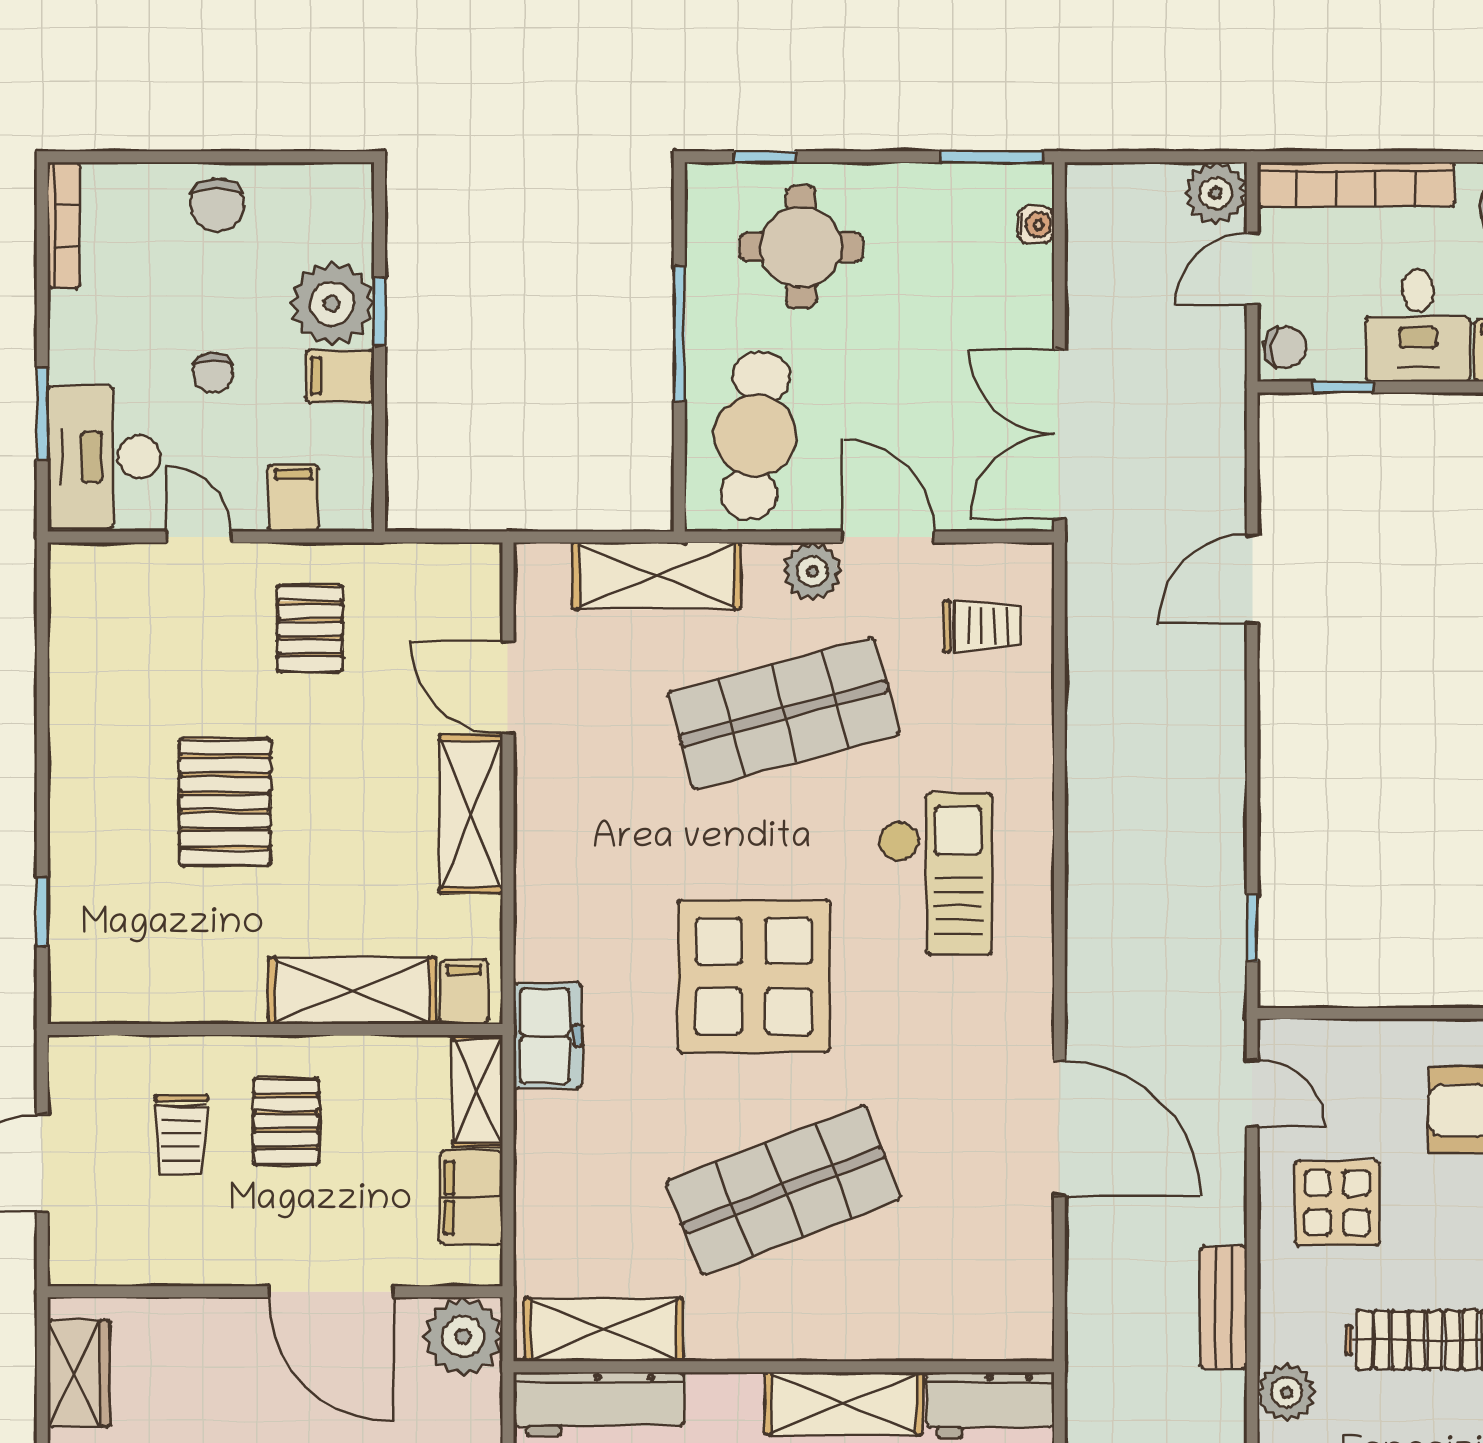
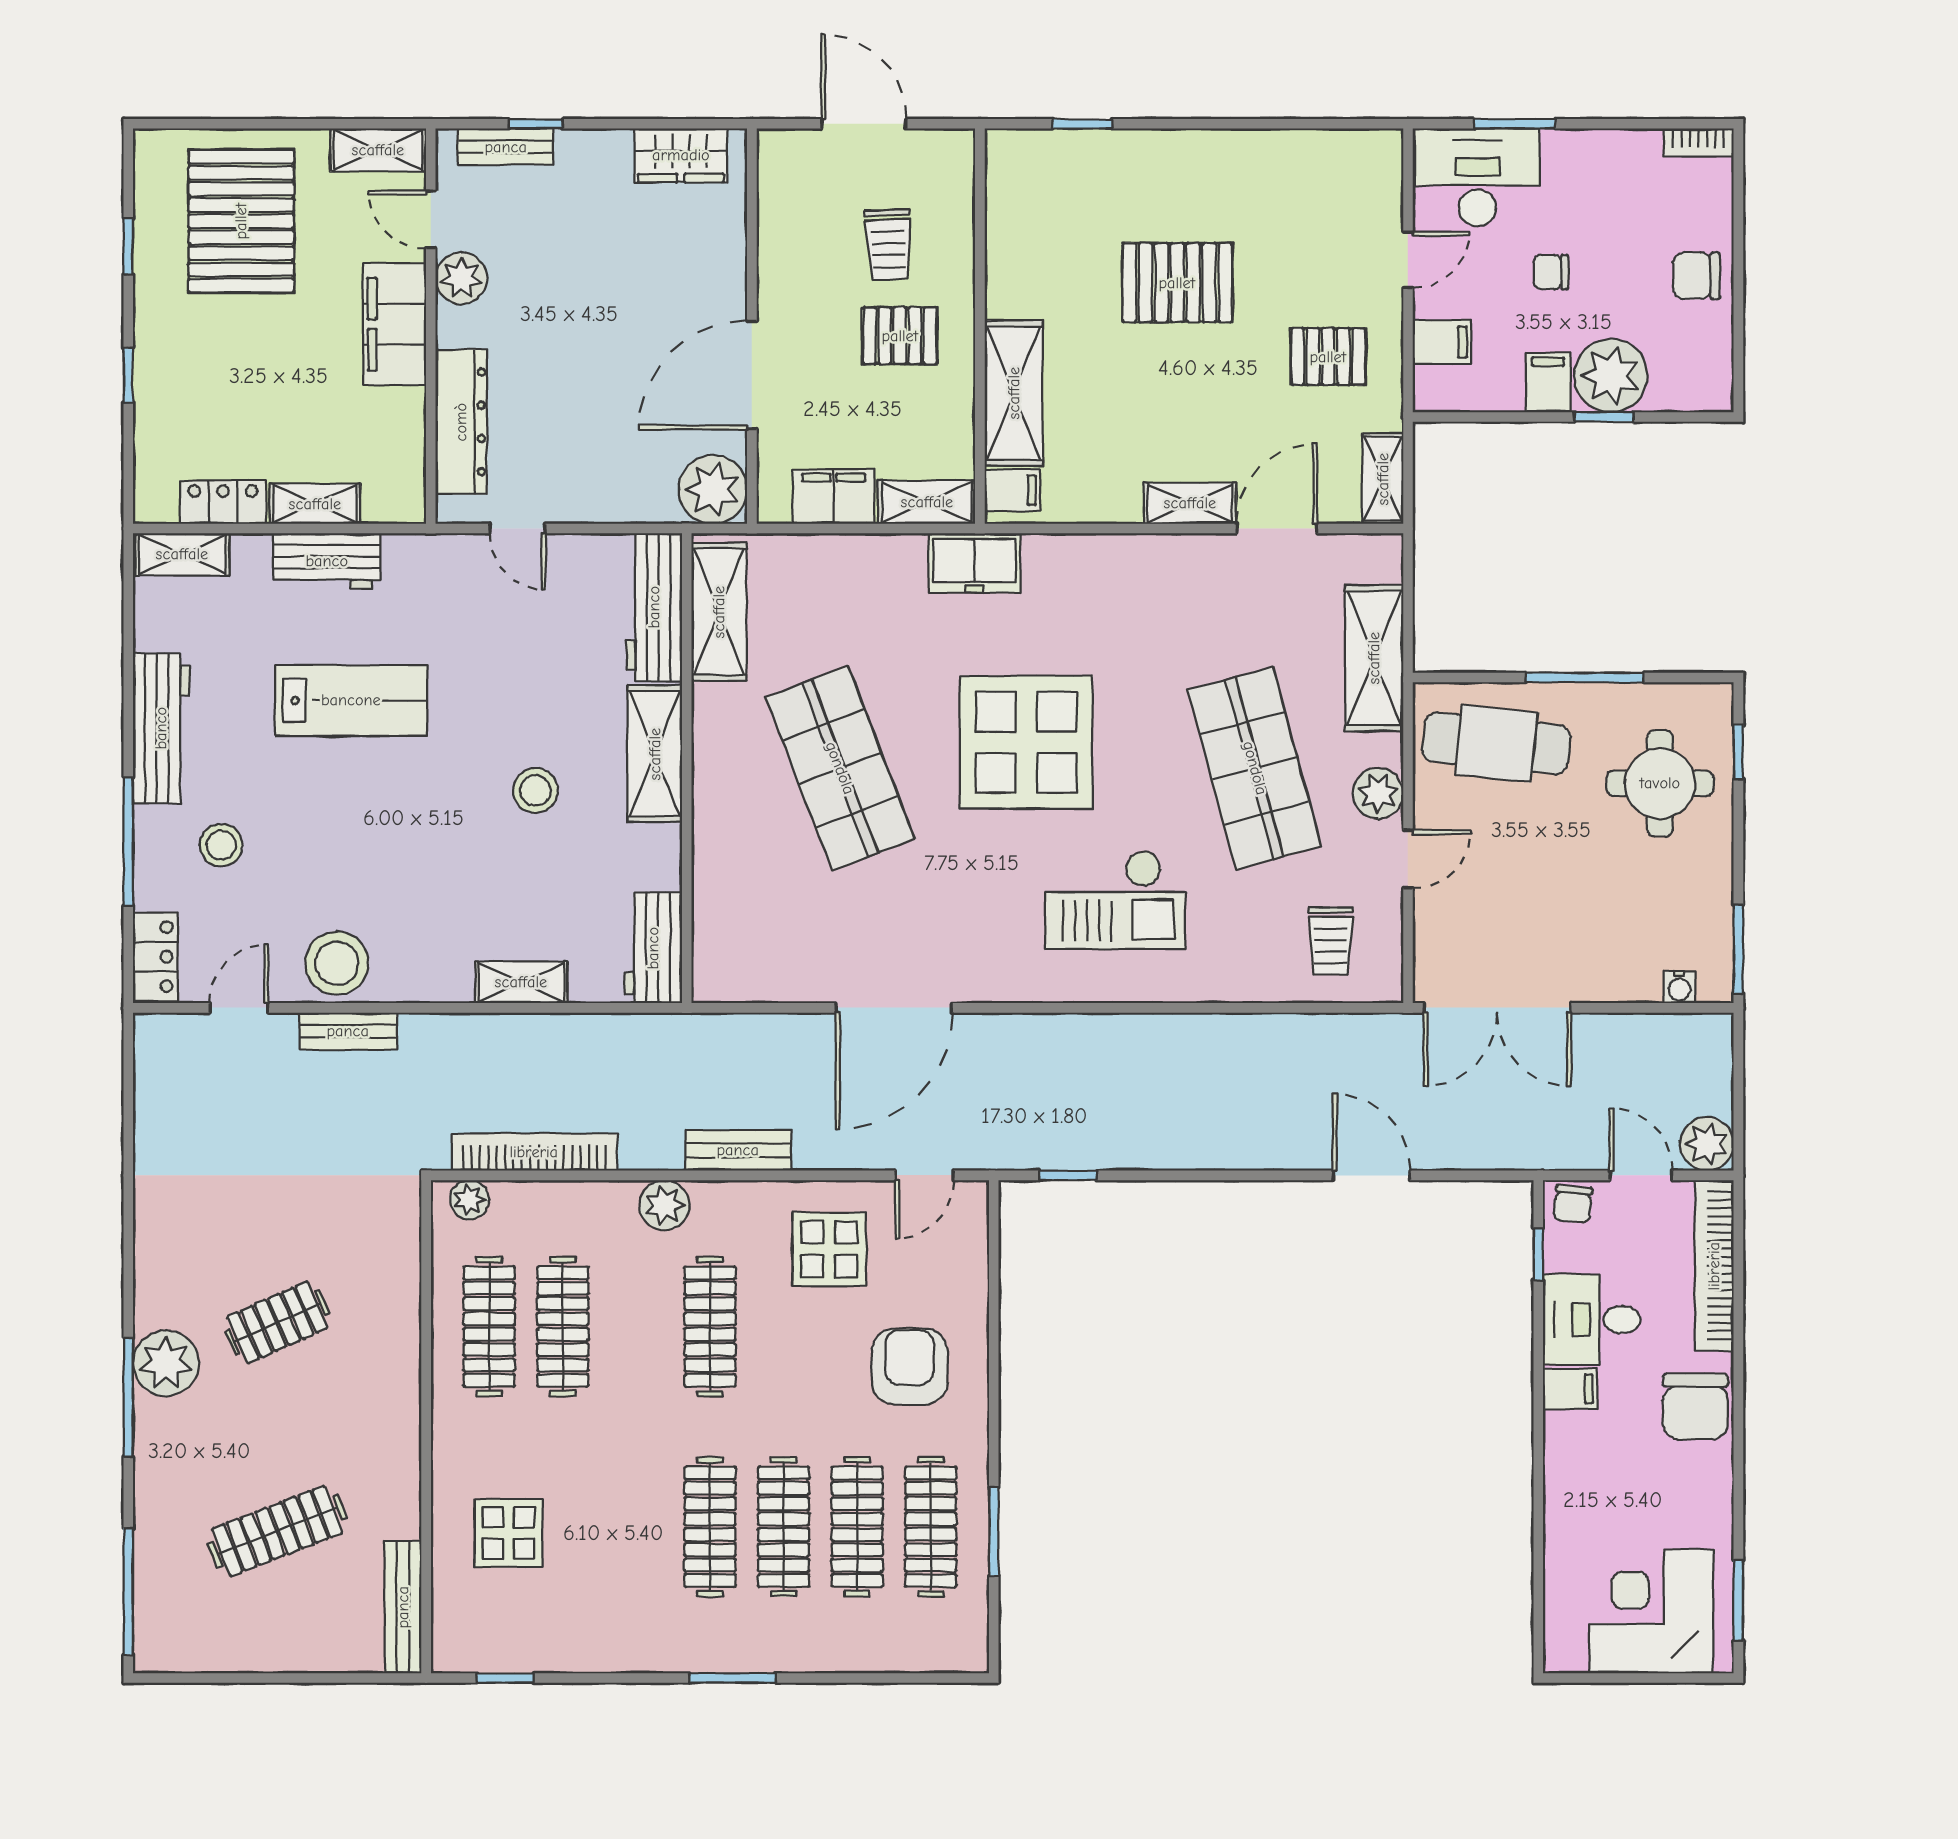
bookcase: (64, 225) -> (1699, 142), width x0.64
double door: (1059, 434) -> (1497, 1008), swing flipped
door: (888, 537) -> (1408, 859), width x0.73
shelving: (450, 566) -> (1383, 479), added
shelving: (471, 814) -> (1190, 503), width x0.67, depth x0.75
trolley: (181, 1135) -> (888, 245), turned -93
shelving: (844, 1403) -> (655, 754), moved

